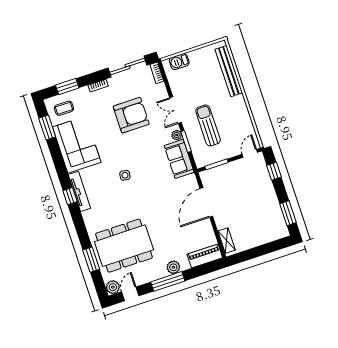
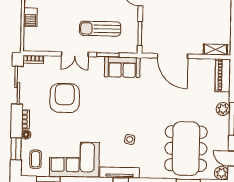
barbecue: (179, 62) -> (30, 17), moved
floor lamp: (84, 91) -> (26, 134), added
plant: (177, 135) -> (99, 61), removed
side table: (125, 175) -> (130, 139), moved

